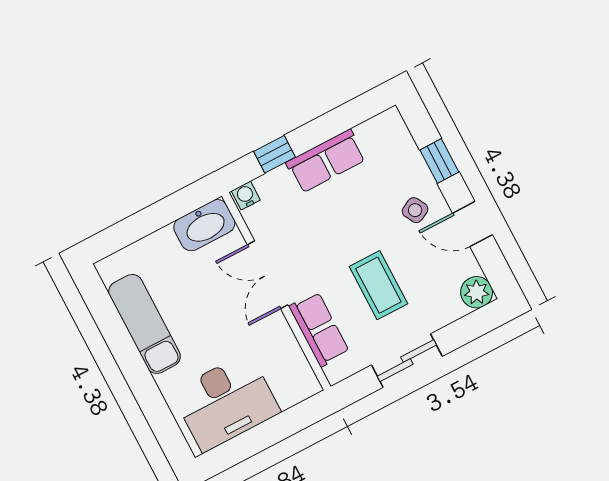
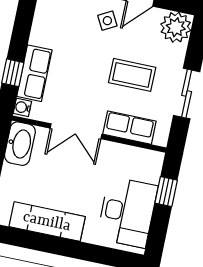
row of seats: (326, 161) -> (34, 73), moved
plant: (477, 292) -> (176, 27), width x1.36, depth x1.36
window: (283, 426) -> (166, 192), added

